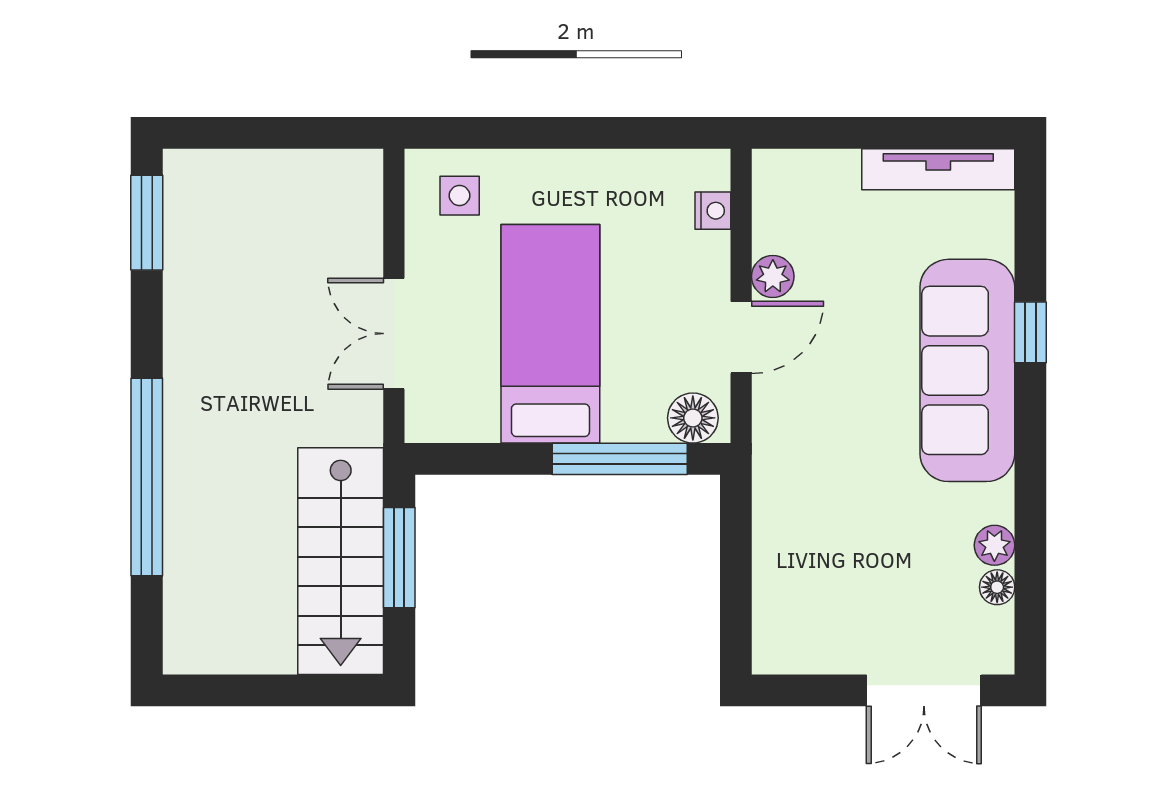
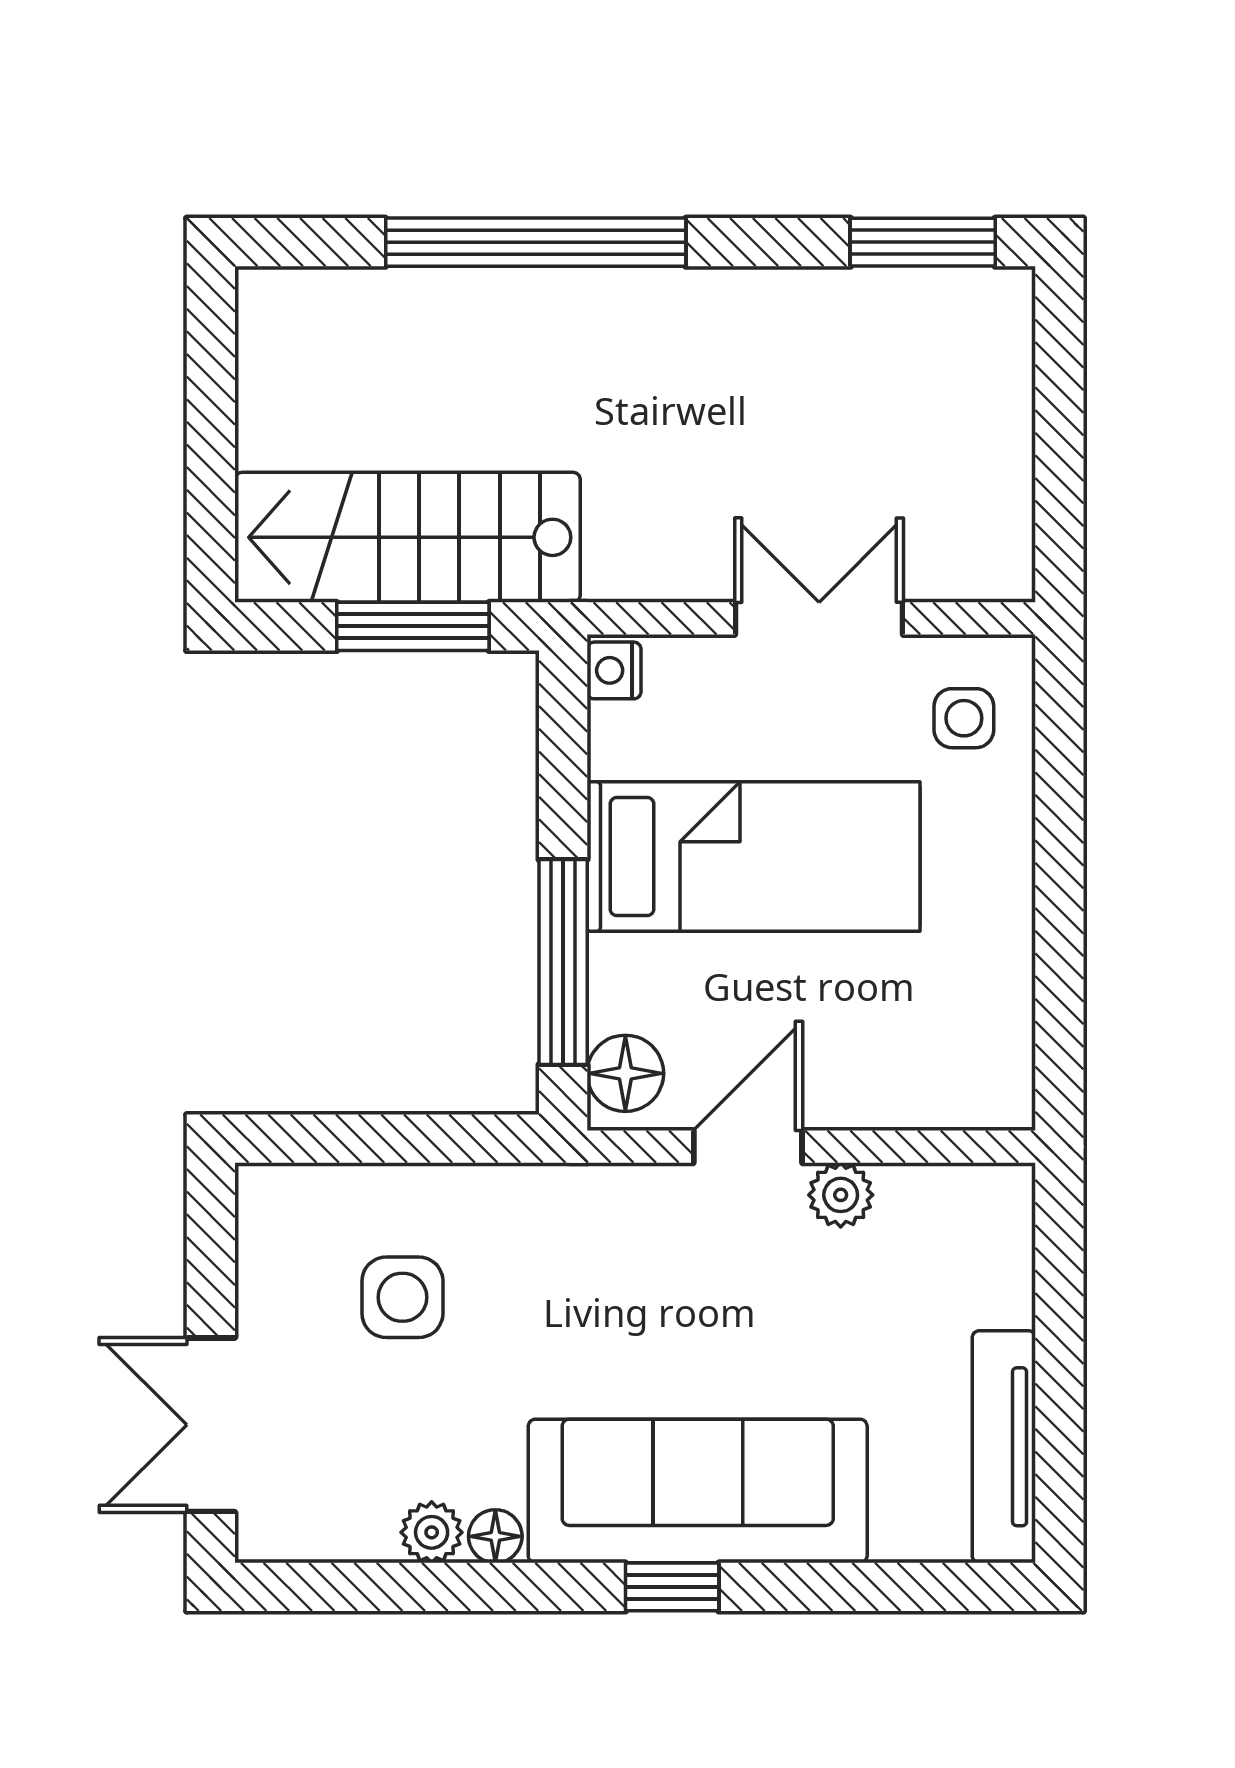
nightstand: (713, 211) -> (614, 670), moved, turned 90
window: (1030, 332) -> (672, 1587), moved
double door: (394, 334) -> (819, 618), moved
door: (741, 337) -> (748, 1147), swing flipped
side table: (840, 564) -> (402, 1297), added
floor lamp: (997, 587) -> (495, 1536), moved

